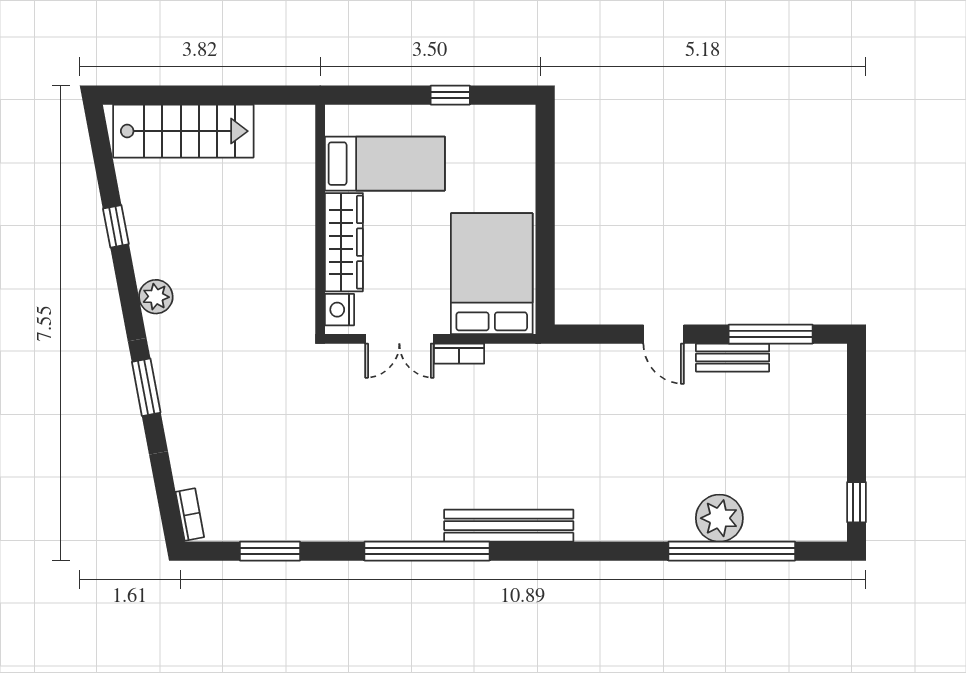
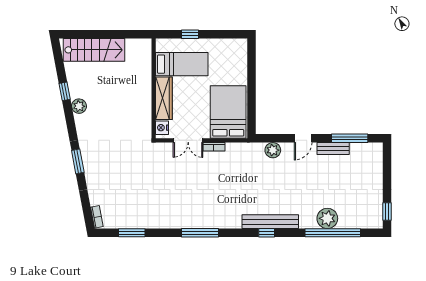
window: (450, 95) -> (190, 34), moved
plant: (156, 297) -> (79, 106), moved
door: (664, 334) -> (303, 138), hinge flipped
plant: (594, 361) -> (273, 150), added
bench: (509, 526) -> (270, 222), moved
window: (427, 551) -> (200, 233), width x0.68
window: (580, 551) -> (267, 233), added

